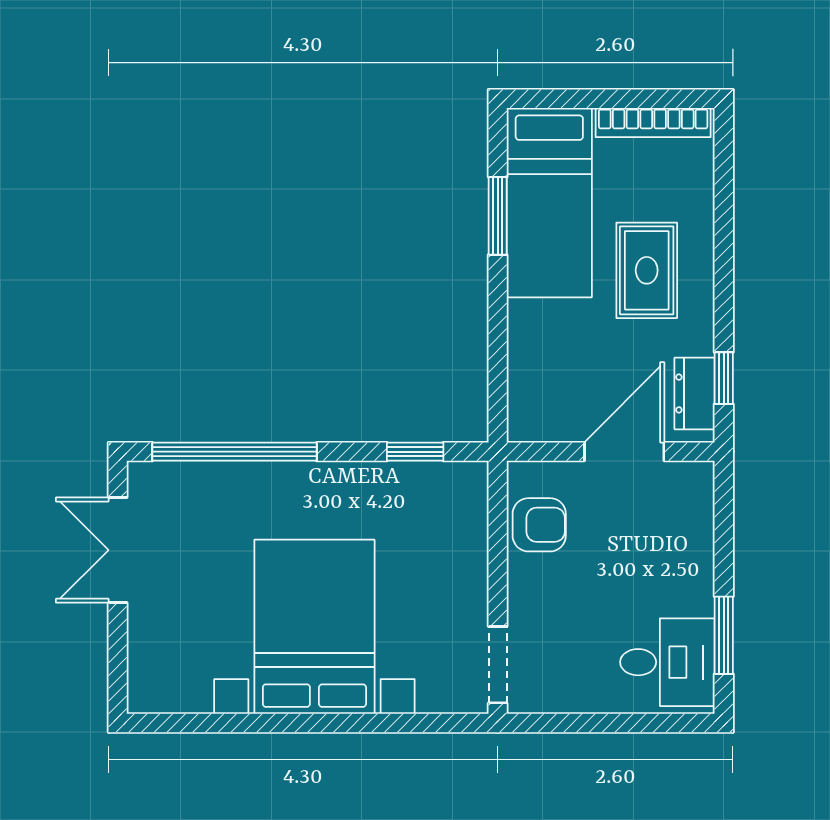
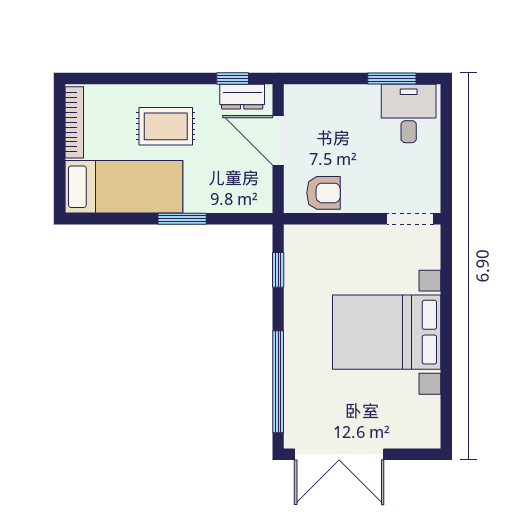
window: (498, 216) -> (182, 219), moved
armchair: (539, 525) -> (323, 193), turned 90
double door: (118, 550) -> (339, 454), width x1.37

